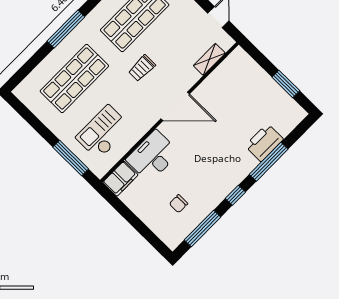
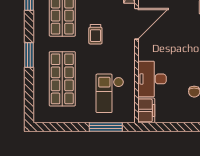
window: (66, 29) -> (29, 55), width x0.69
door: (175, 106) -> (137, 24), moved

